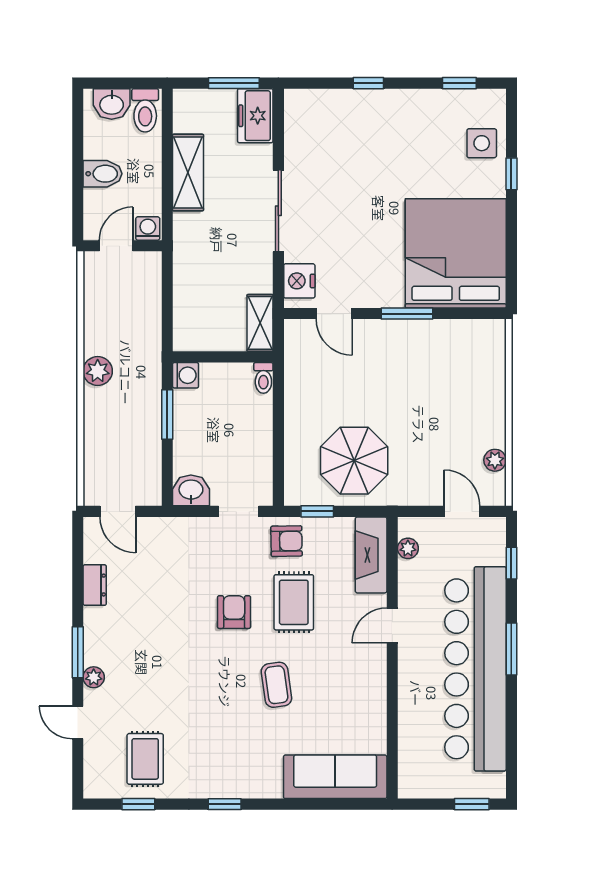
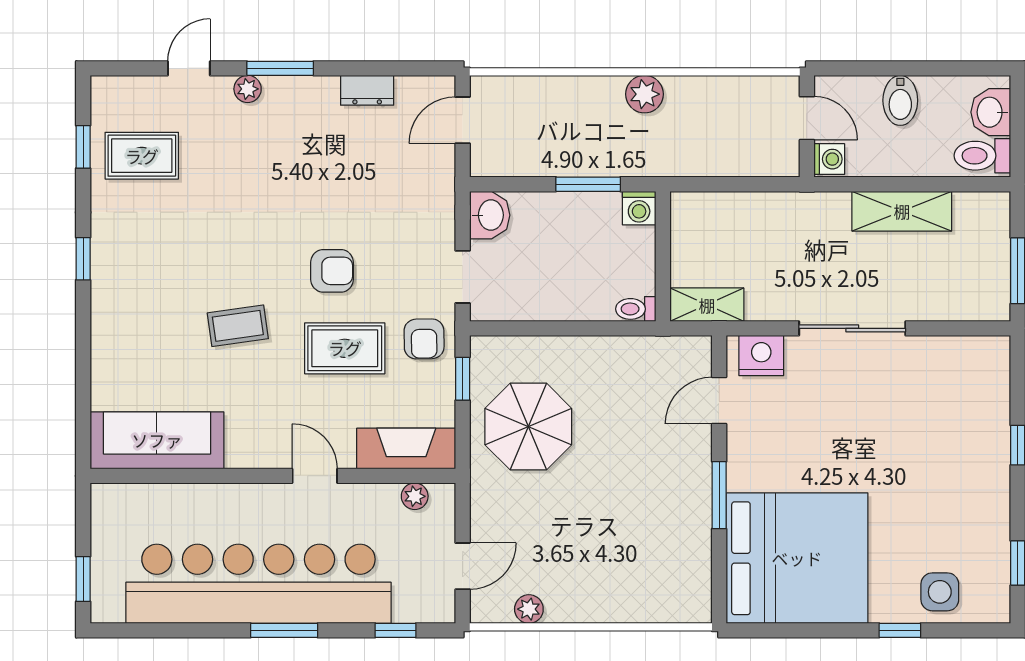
freezer: (255, 116) -> (975, 298), removed
sofa: (335, 777) -> (157, 440), moved, turned -90

